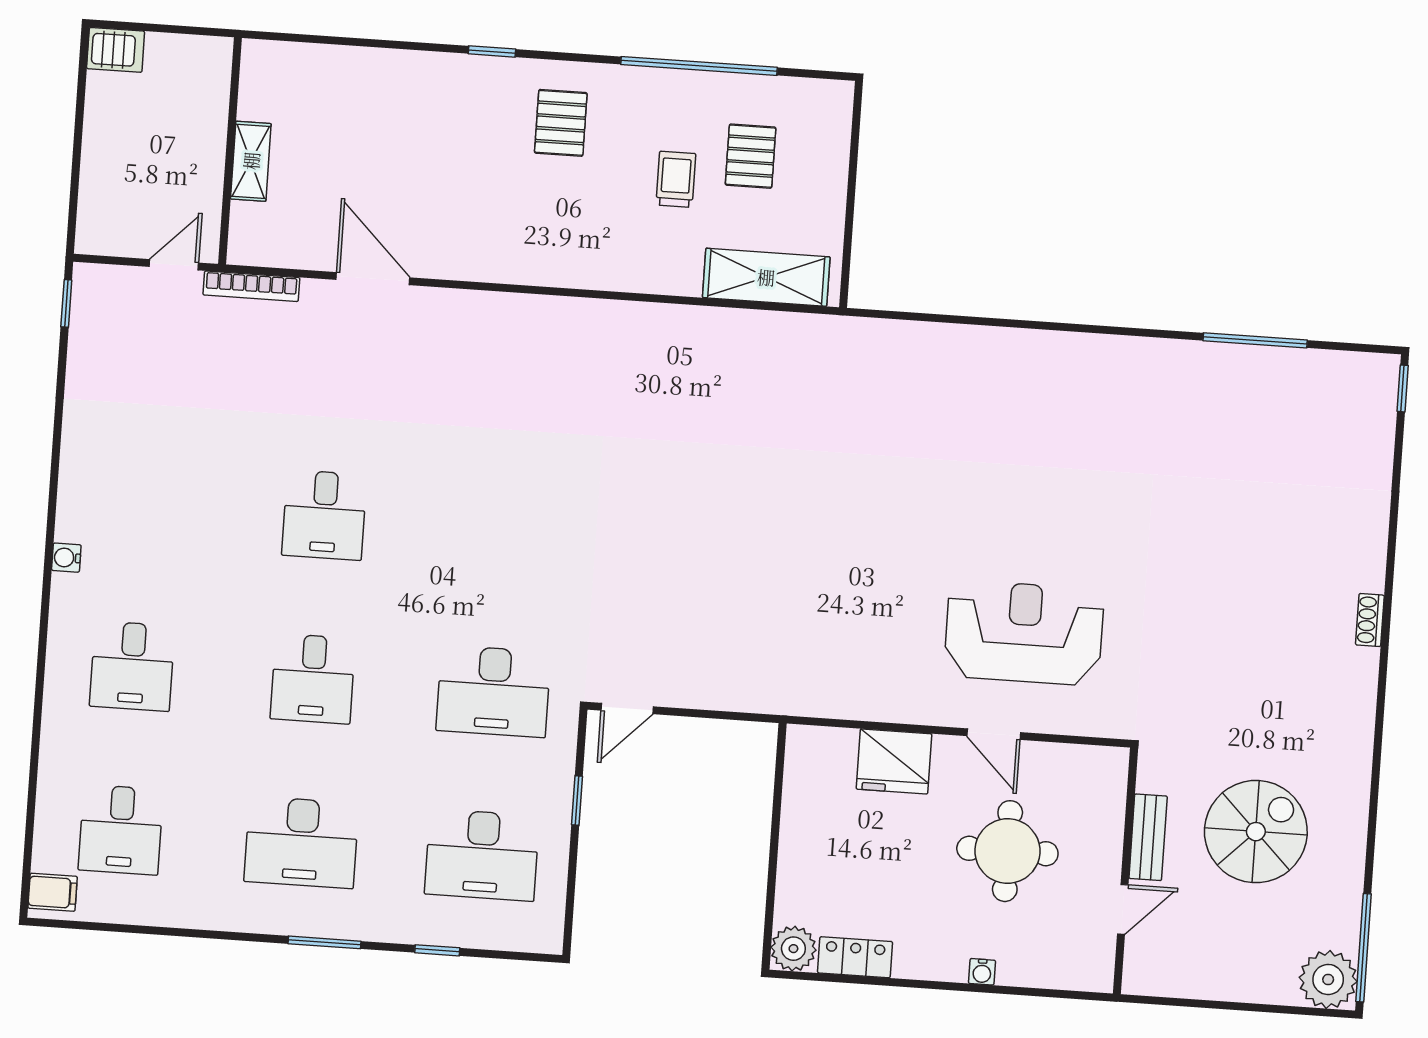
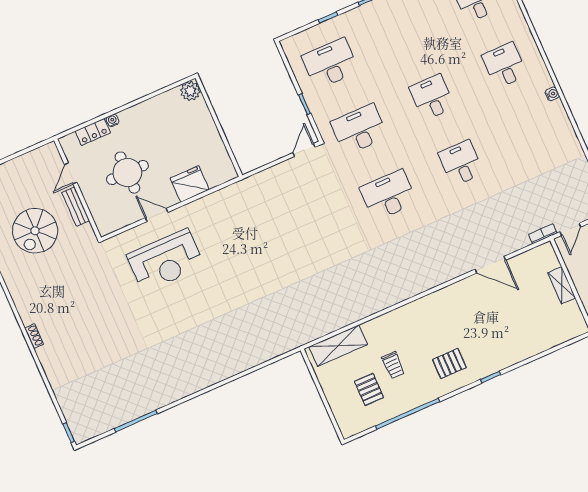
pallet: (561, 123) -> (449, 363), turned 90
bookcase: (251, 286) -> (543, 234), width x0.64
desk: (301, 842) -> (388, 195), moved
locker: (855, 957) -> (93, 132), moved

